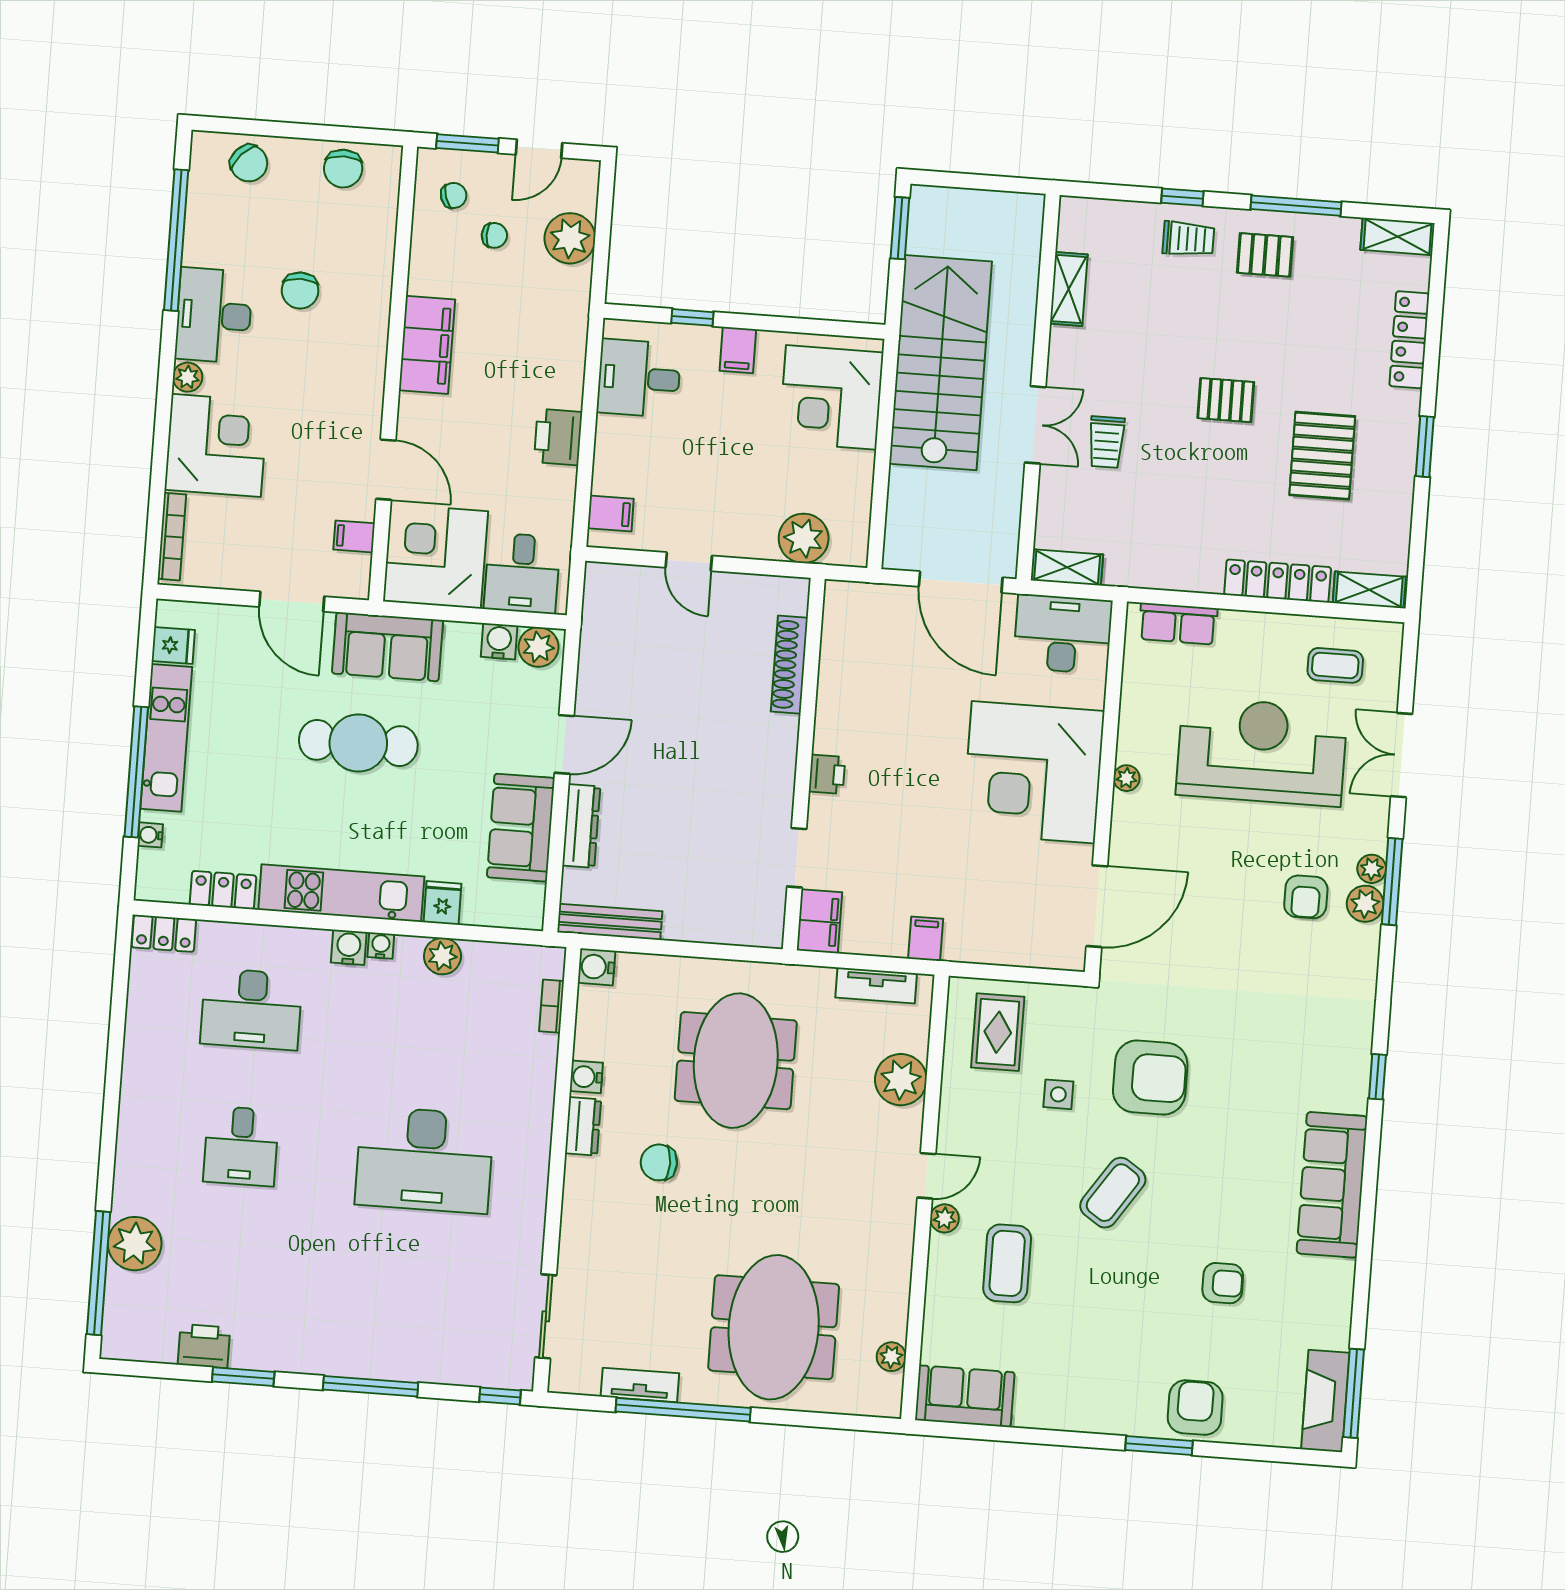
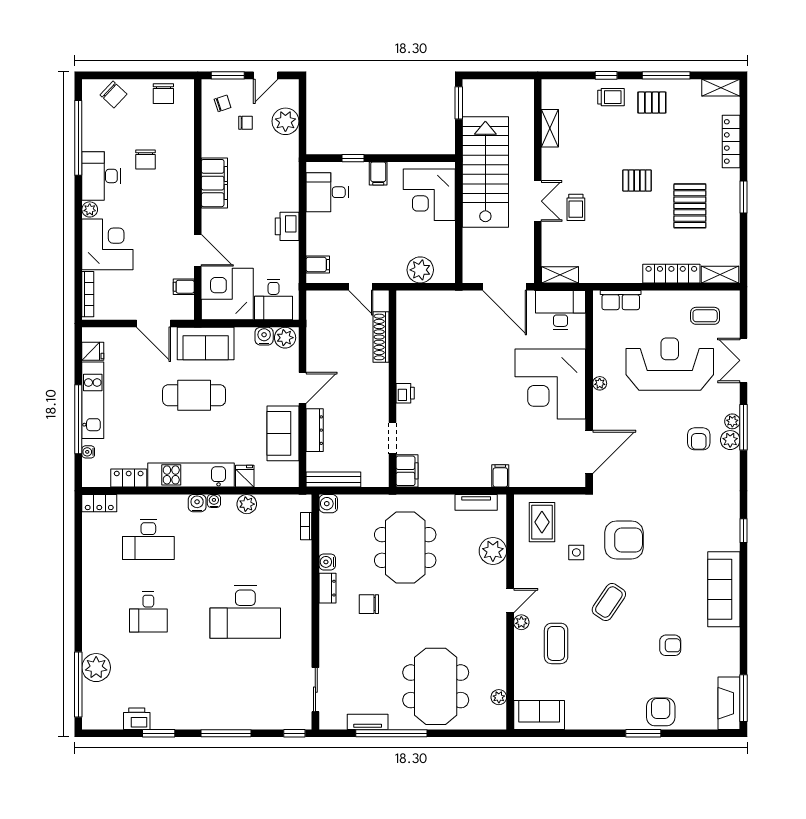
shoe rack: (789, 665) -> (381, 337), moved
wall: (804, 764) -> (393, 389), moved
printer: (827, 774) -> (405, 393), moved
doorway: (797, 858) -> (393, 438), moved
filing cabinet: (819, 921) -> (407, 471), moved

